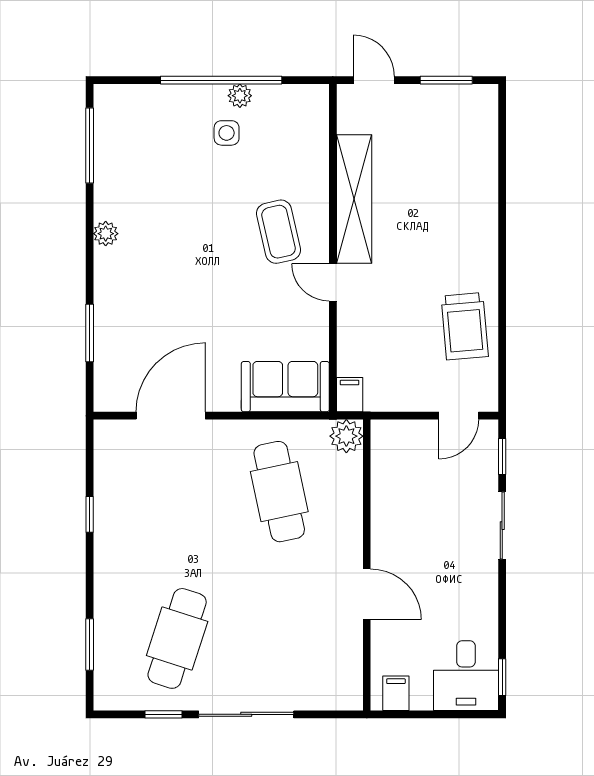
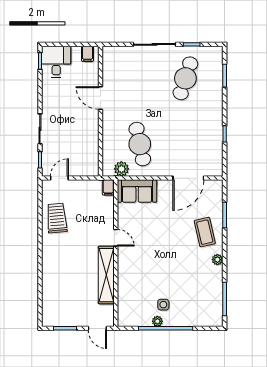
coffee table: (279, 232) -> (205, 232), moved
plant: (346, 436) -> (121, 169), moved

